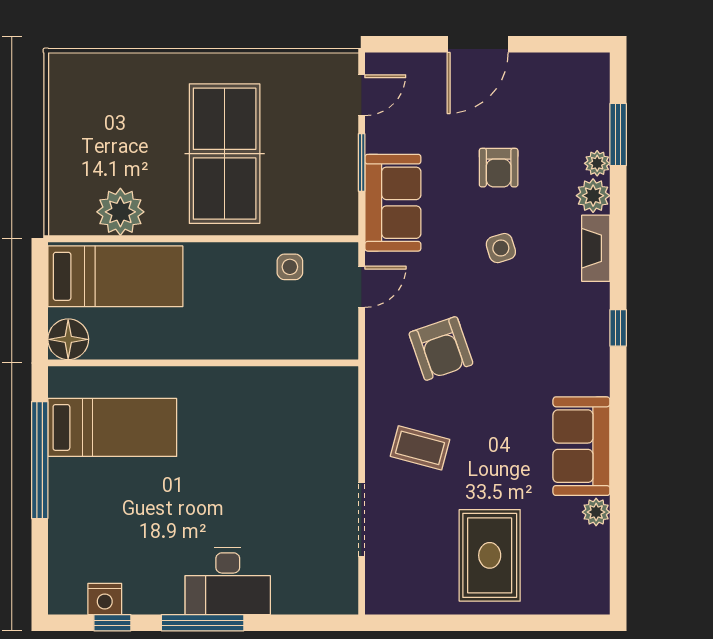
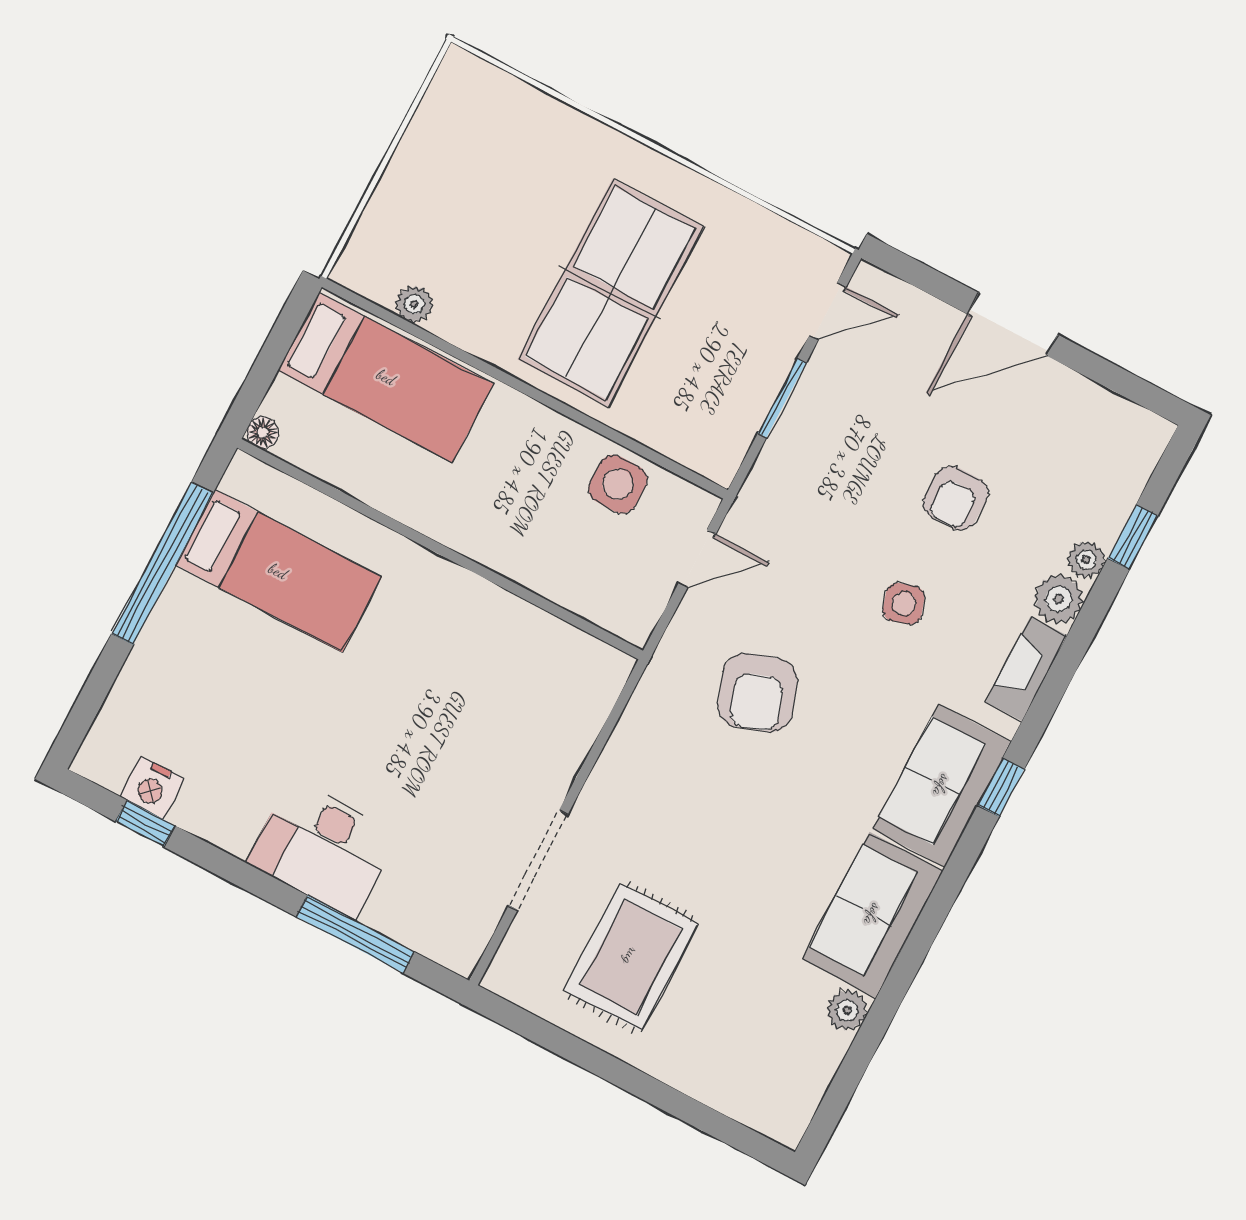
window: (618, 135) -> (1133, 537), width x0.67
sofa: (393, 203) -> (942, 786), moved, turned 180
plant: (120, 212) -> (414, 304), width x0.53, depth x0.53
side table: (290, 267) -> (618, 484), width x1.37, depth x1.37
floor lamp: (68, 339) -> (263, 433), width x0.53, depth x0.53
coffee table: (420, 448) -> (663, 807), removed
rug: (490, 555) -> (631, 957), moved
window: (203, 623) -> (355, 934), moved

